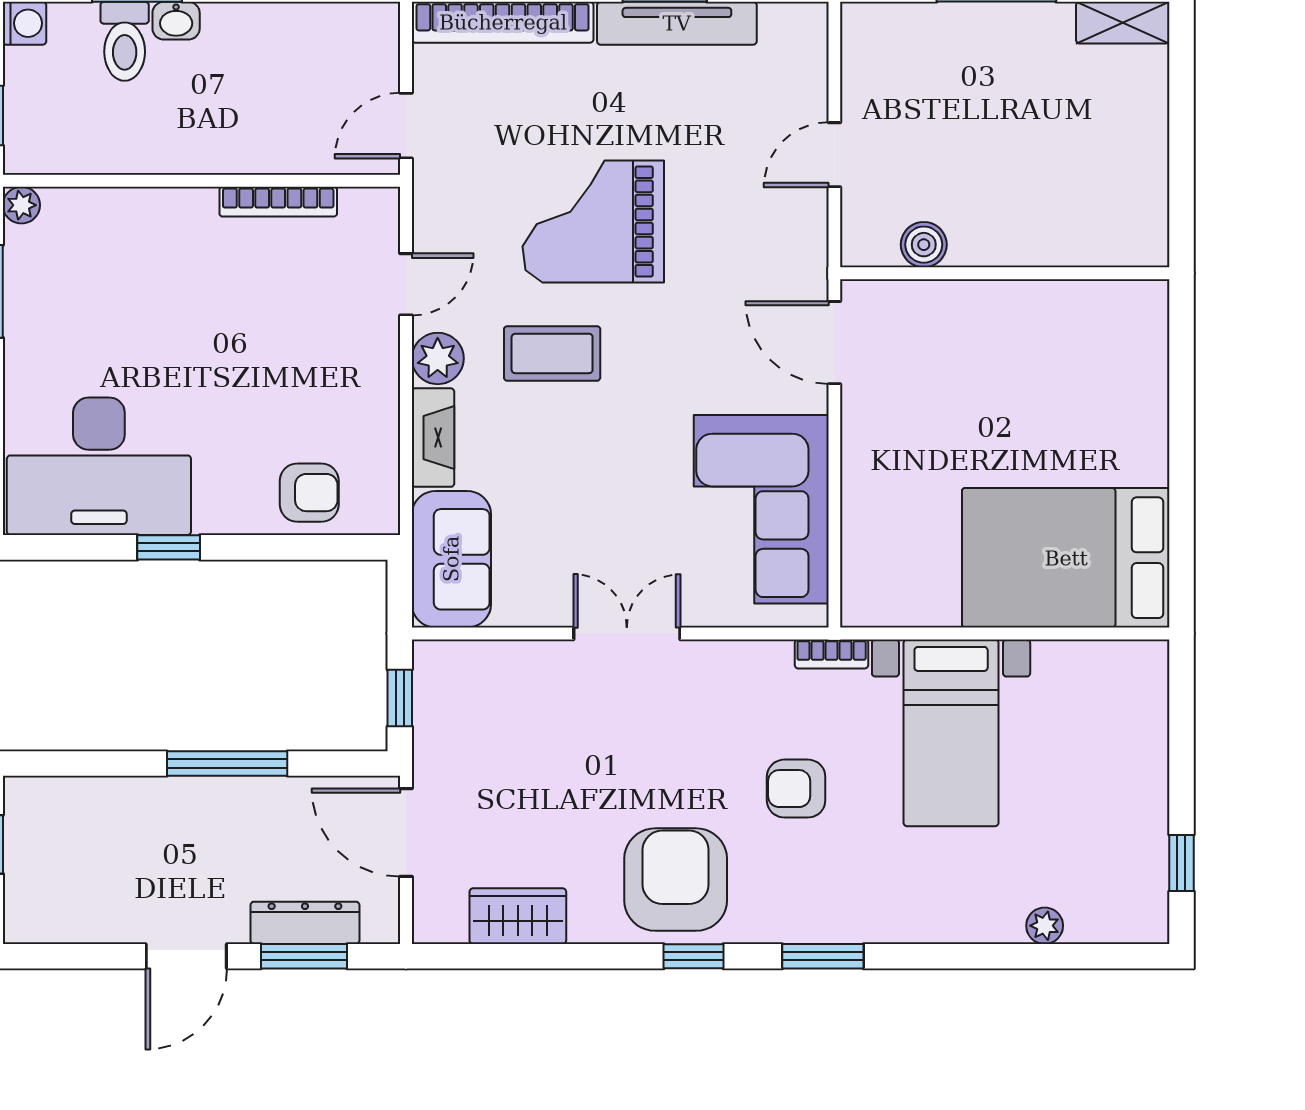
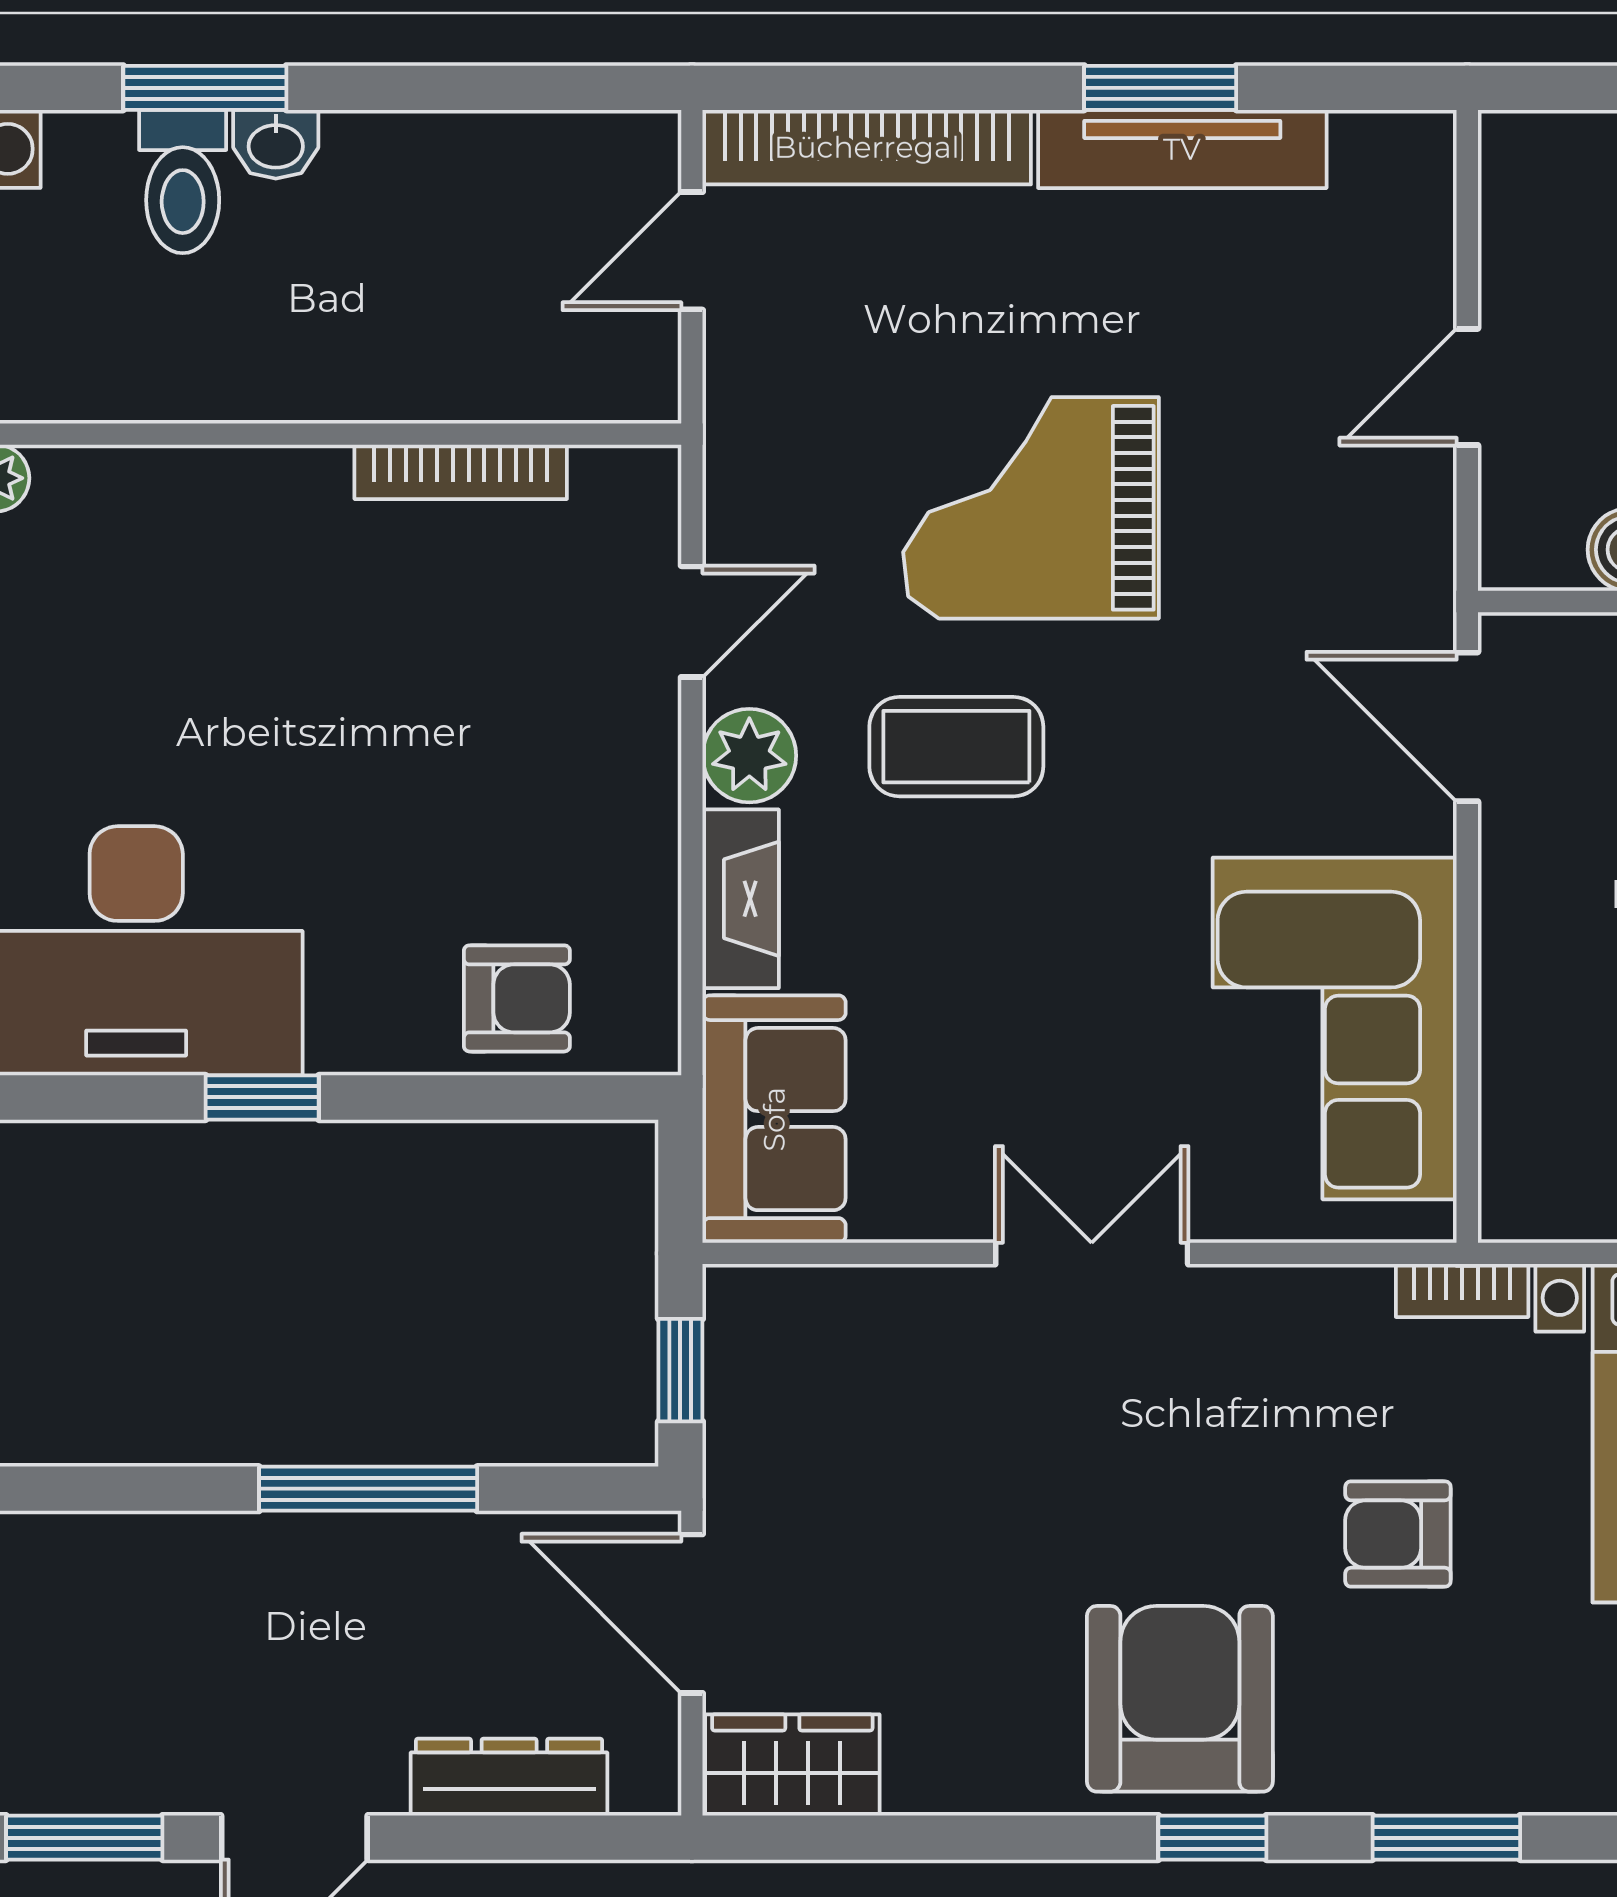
door: (406, 126) -> (692, 251), moved
wardrobe: (518, 916) -> (792, 1765), moved
window: (304, 956) -> (84, 1838), moved

